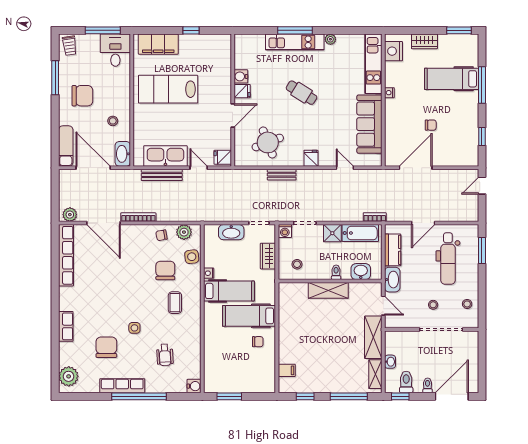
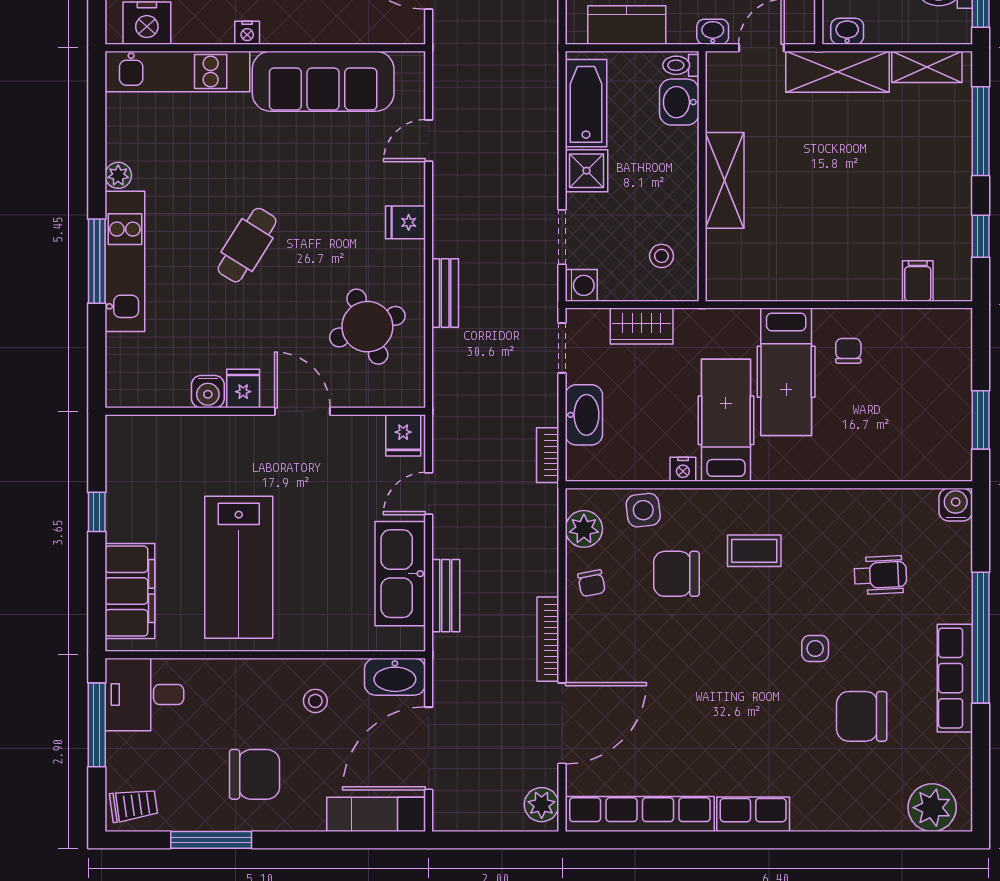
chair: (82, 96) -> (255, 774), turned 90
bench: (162, 175) -> (446, 596), width x0.73
bookcase: (375, 217) -> (548, 455), moved
toilet: (336, 272) -> (681, 65), moved
washbasin: (392, 280) -> (713, 32), width x0.52, depth x0.69
row of seats: (66, 326) -> (753, 814), moved
washbasin: (390, 362) -> (847, 31), moved

